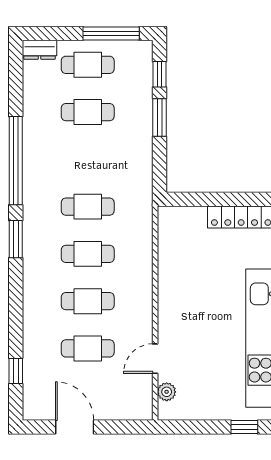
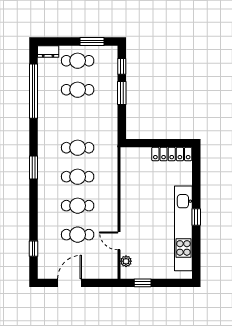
window: (111, 33) -> (92, 41), width x0.69
window: (16, 161) -> (34, 91), moved
door: (155, 359) -> (119, 241), hinge flipped
door: (75, 427) -> (70, 283), hinge flipped
window: (244, 427) -> (143, 283), moved

